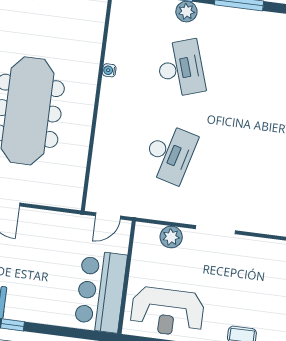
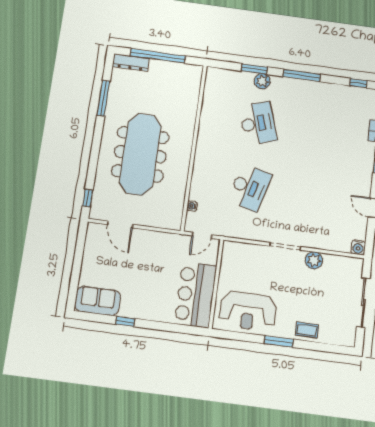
water cooler: (109, 70) -> (192, 206), moved
plant: (171, 237) -> (314, 260), moved

